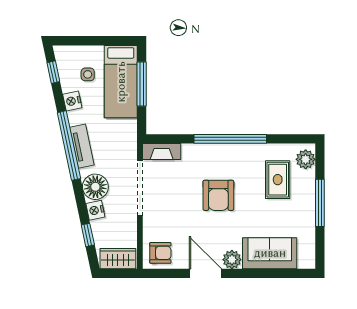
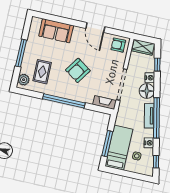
armchair: (218, 195) -> (78, 70), turned -146
plant: (232, 260) -> (78, 32), removed

